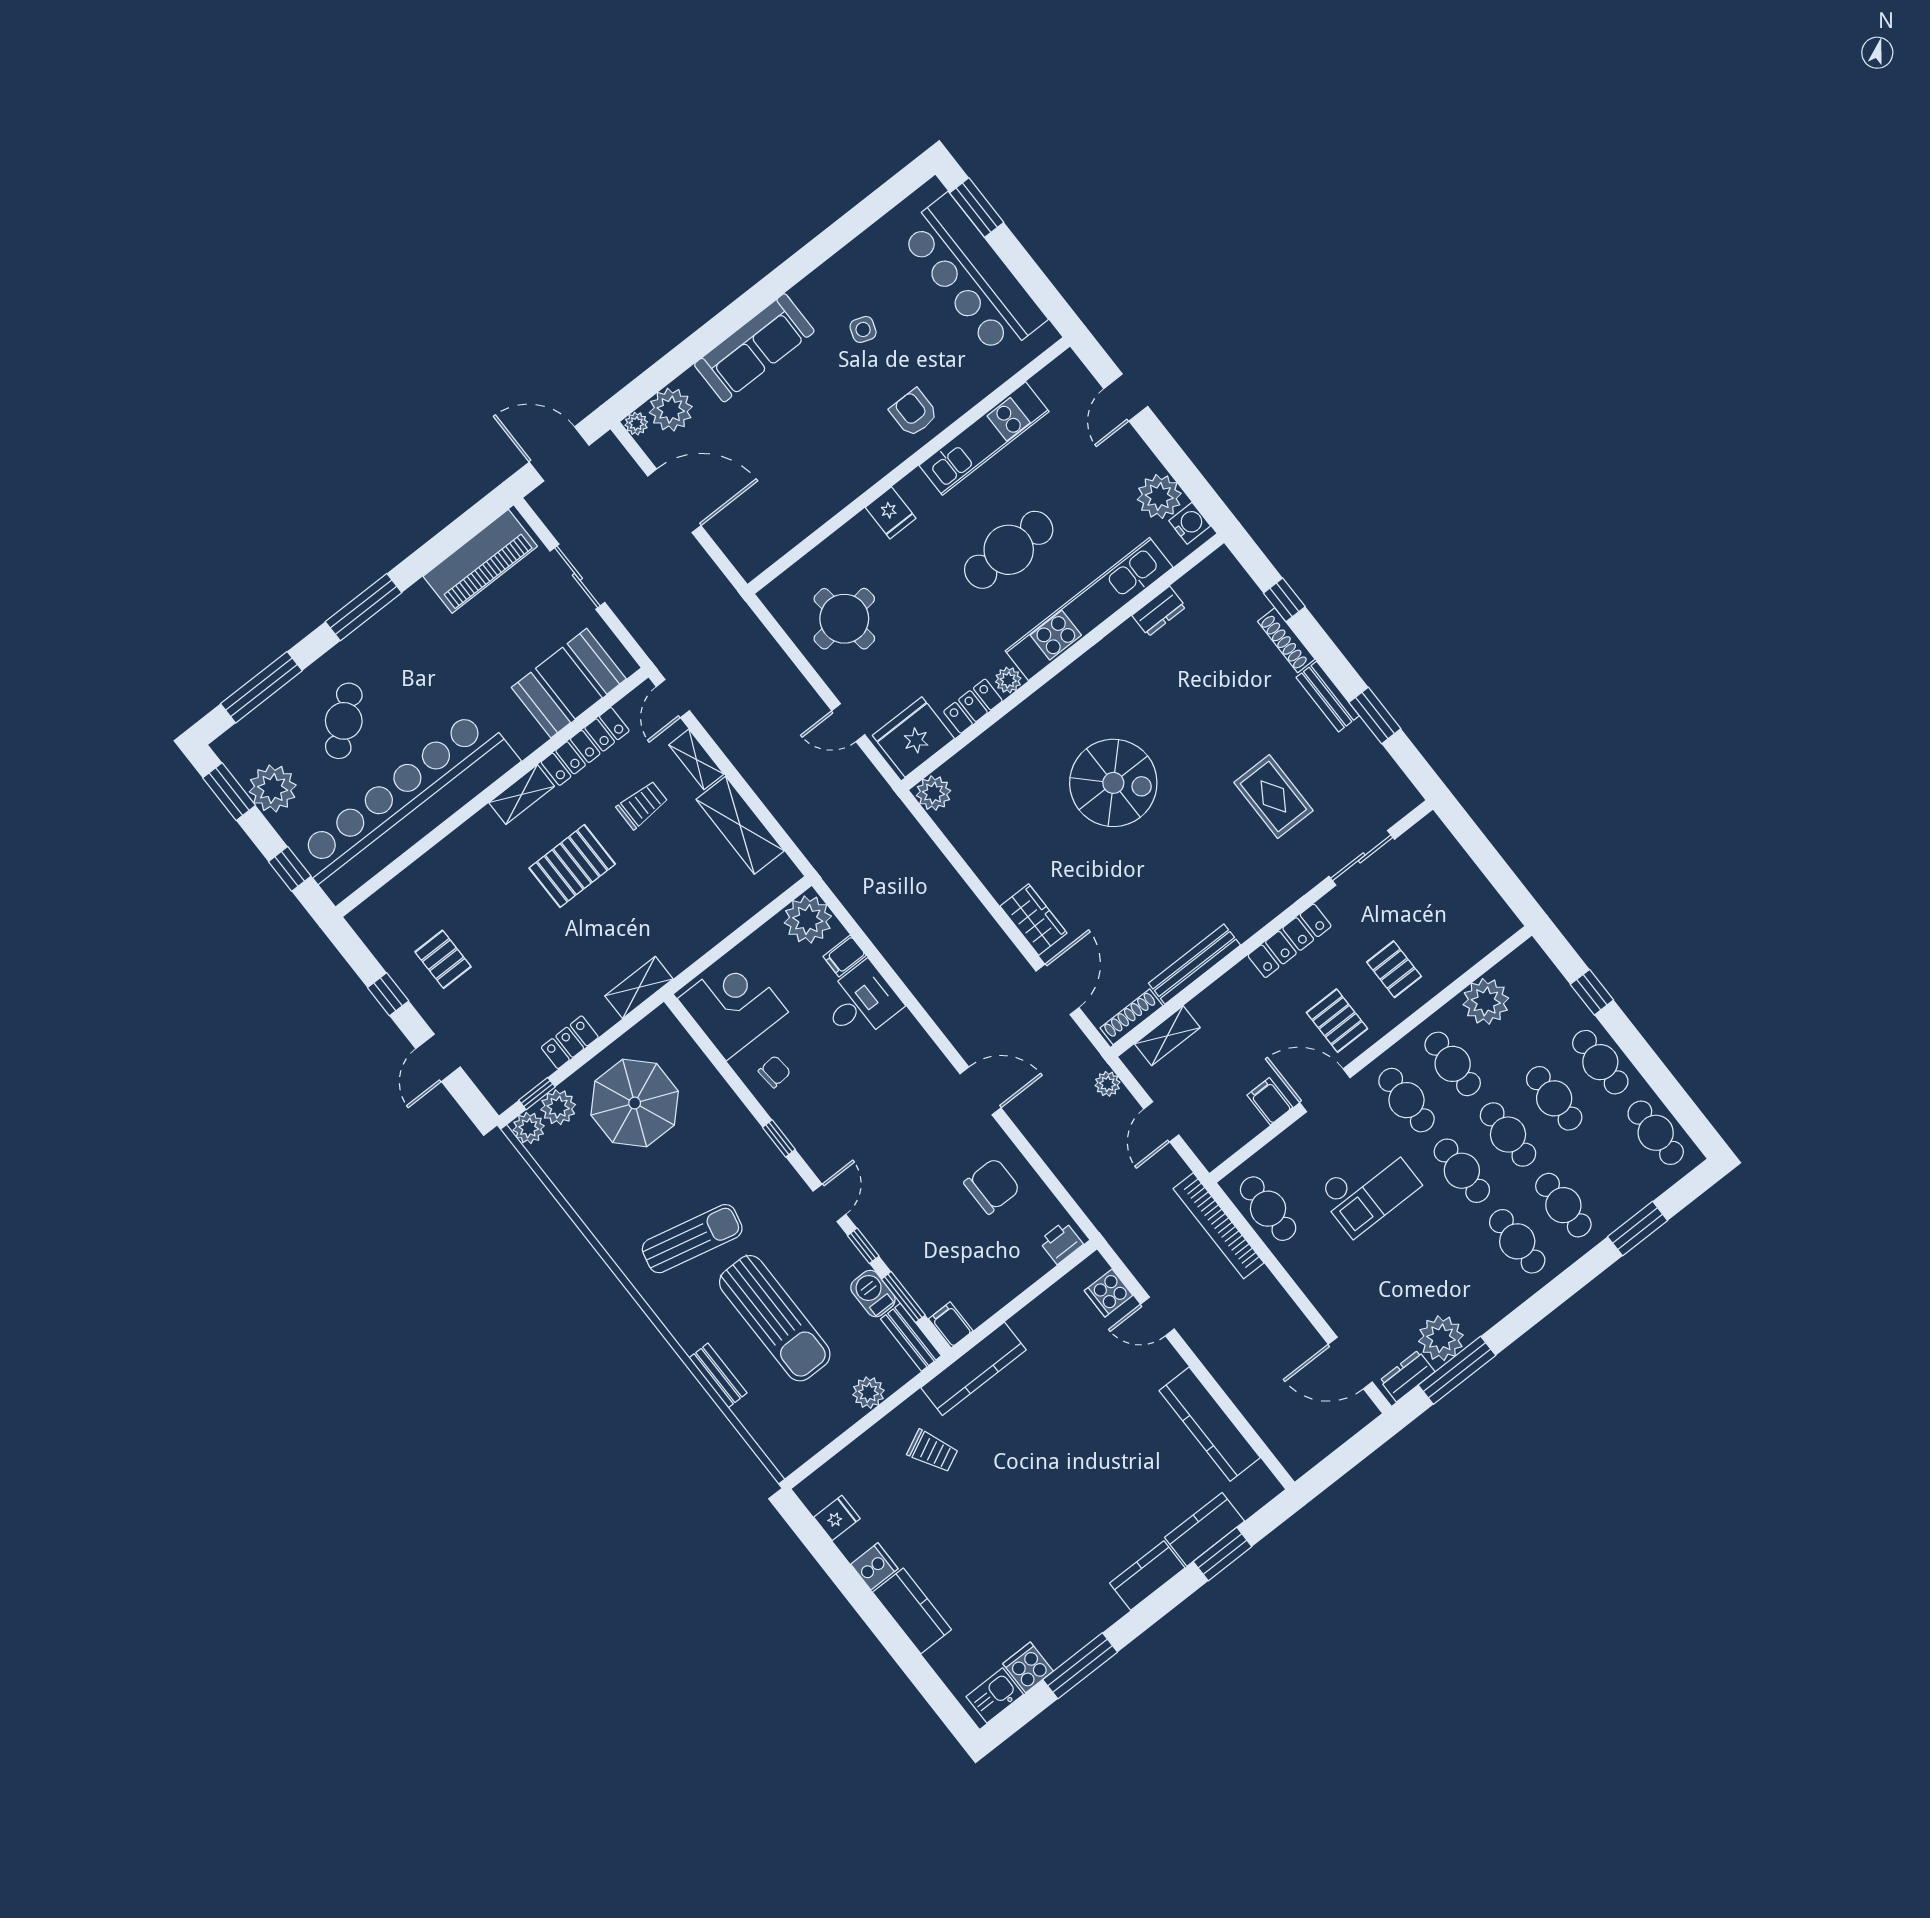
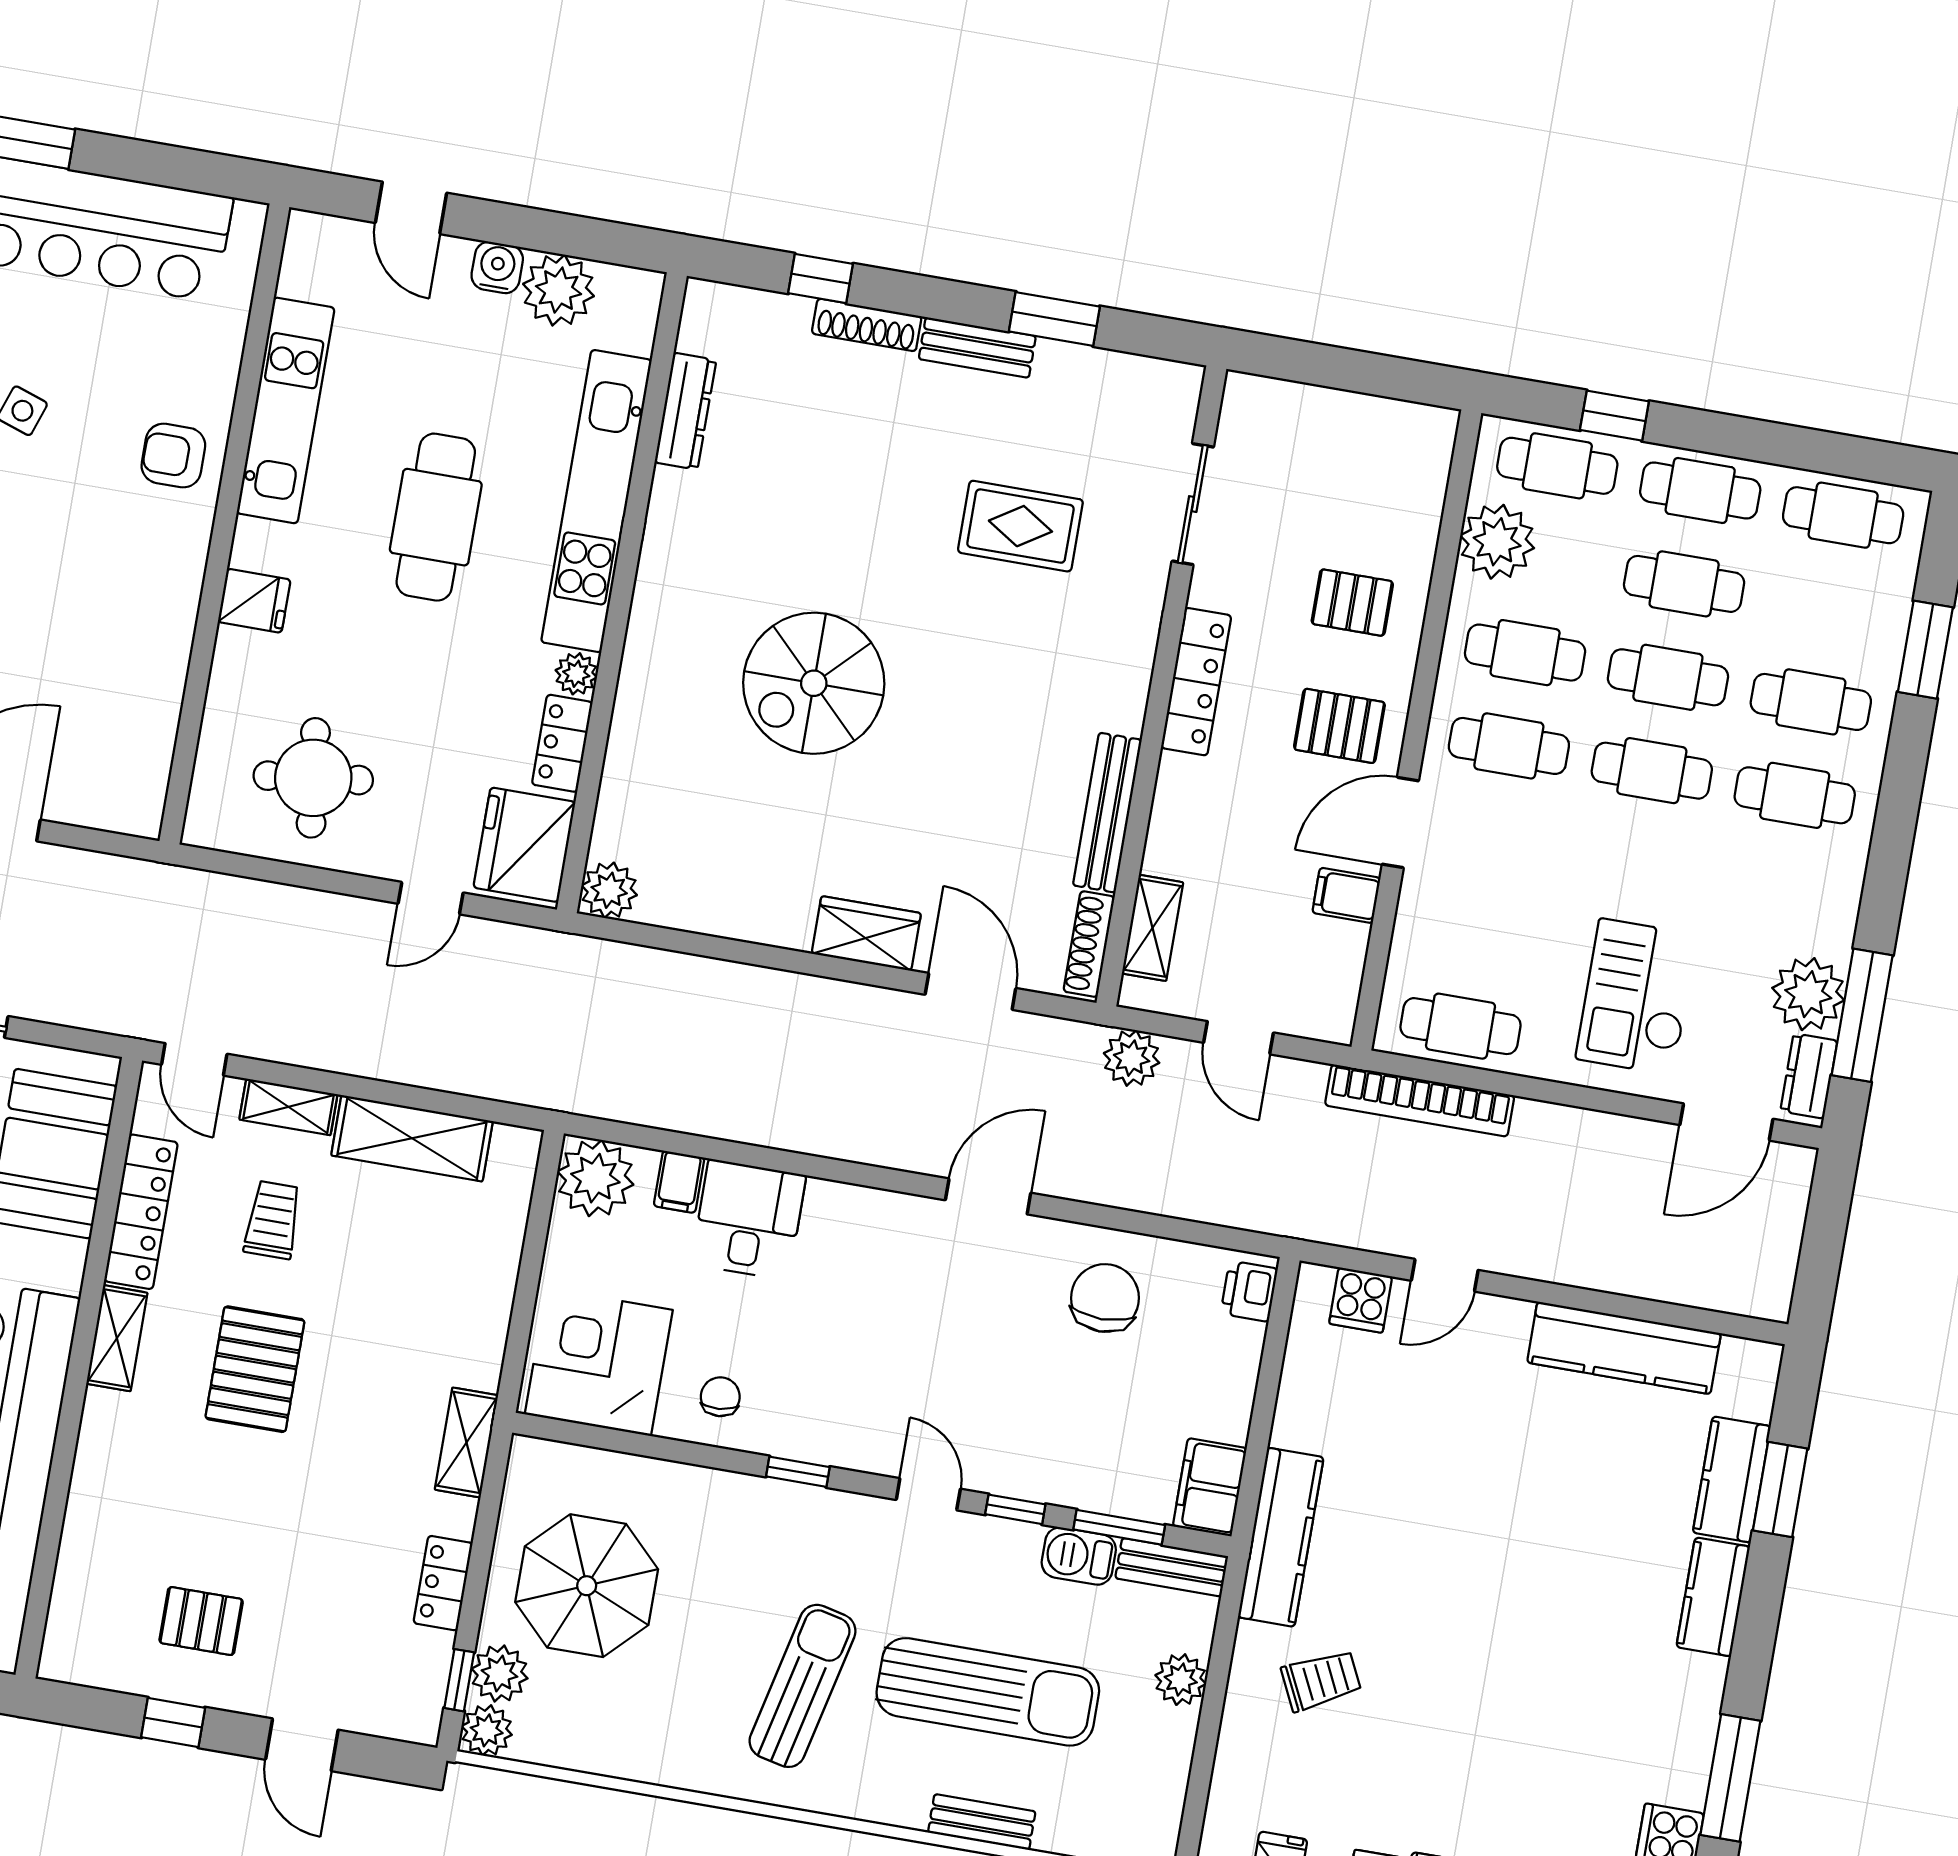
water cooler: (1190, 523) -> (497, 267), moved
dresser: (1159, 611) -> (685, 411), width x1.44
spiral stairs: (1113, 783) -> (814, 683), turned 180
cafe table: (1545, 992) -> (1557, 466), added
plant: (1107, 1084) -> (1132, 1058), width x1.38, depth x1.38
checkout: (1369, 1188) -> (1637, 997), moved, turned 180
filing cabinet: (951, 1325) -> (1210, 1487), width x2.00

